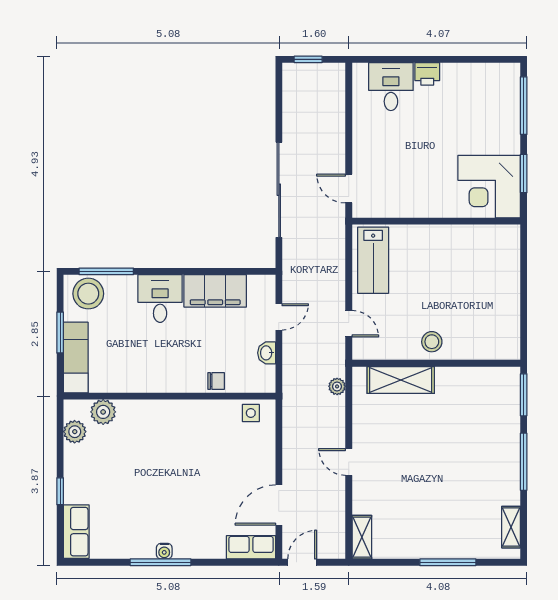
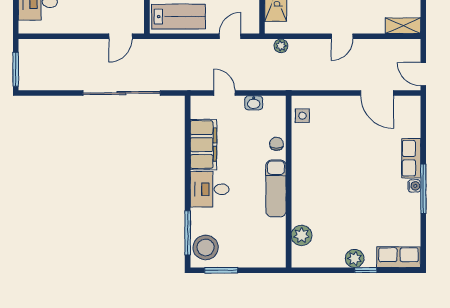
window: (308, 59) -> (16, 69), width x1.50
window: (60, 333) -> (221, 270), moved
exam couch: (76, 357) -> (276, 188), moved, turned -90
plant: (75, 432) -> (355, 258), moved
row of seats: (251, 547) -> (411, 158), moved

